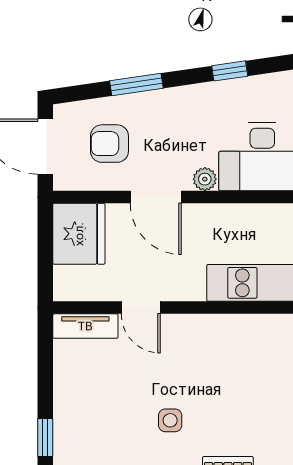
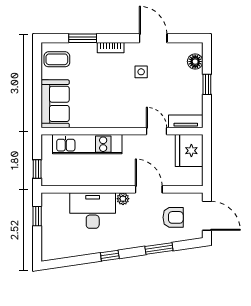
fridge: (79, 234) -> (189, 151), moved
window: (45, 438) -> (207, 84), moved
floor lamp: (67, 440) -> (195, 62), added

